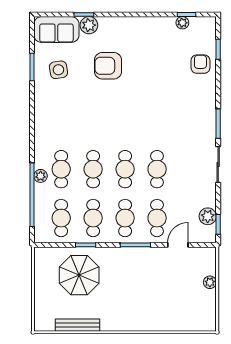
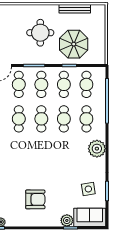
armchair: (108, 66) -> (35, 199), moved
plant: (41, 176) -> (97, 149), moved, width x1.88, depth x1.88
round table: (126, 291) -> (40, 33), added

